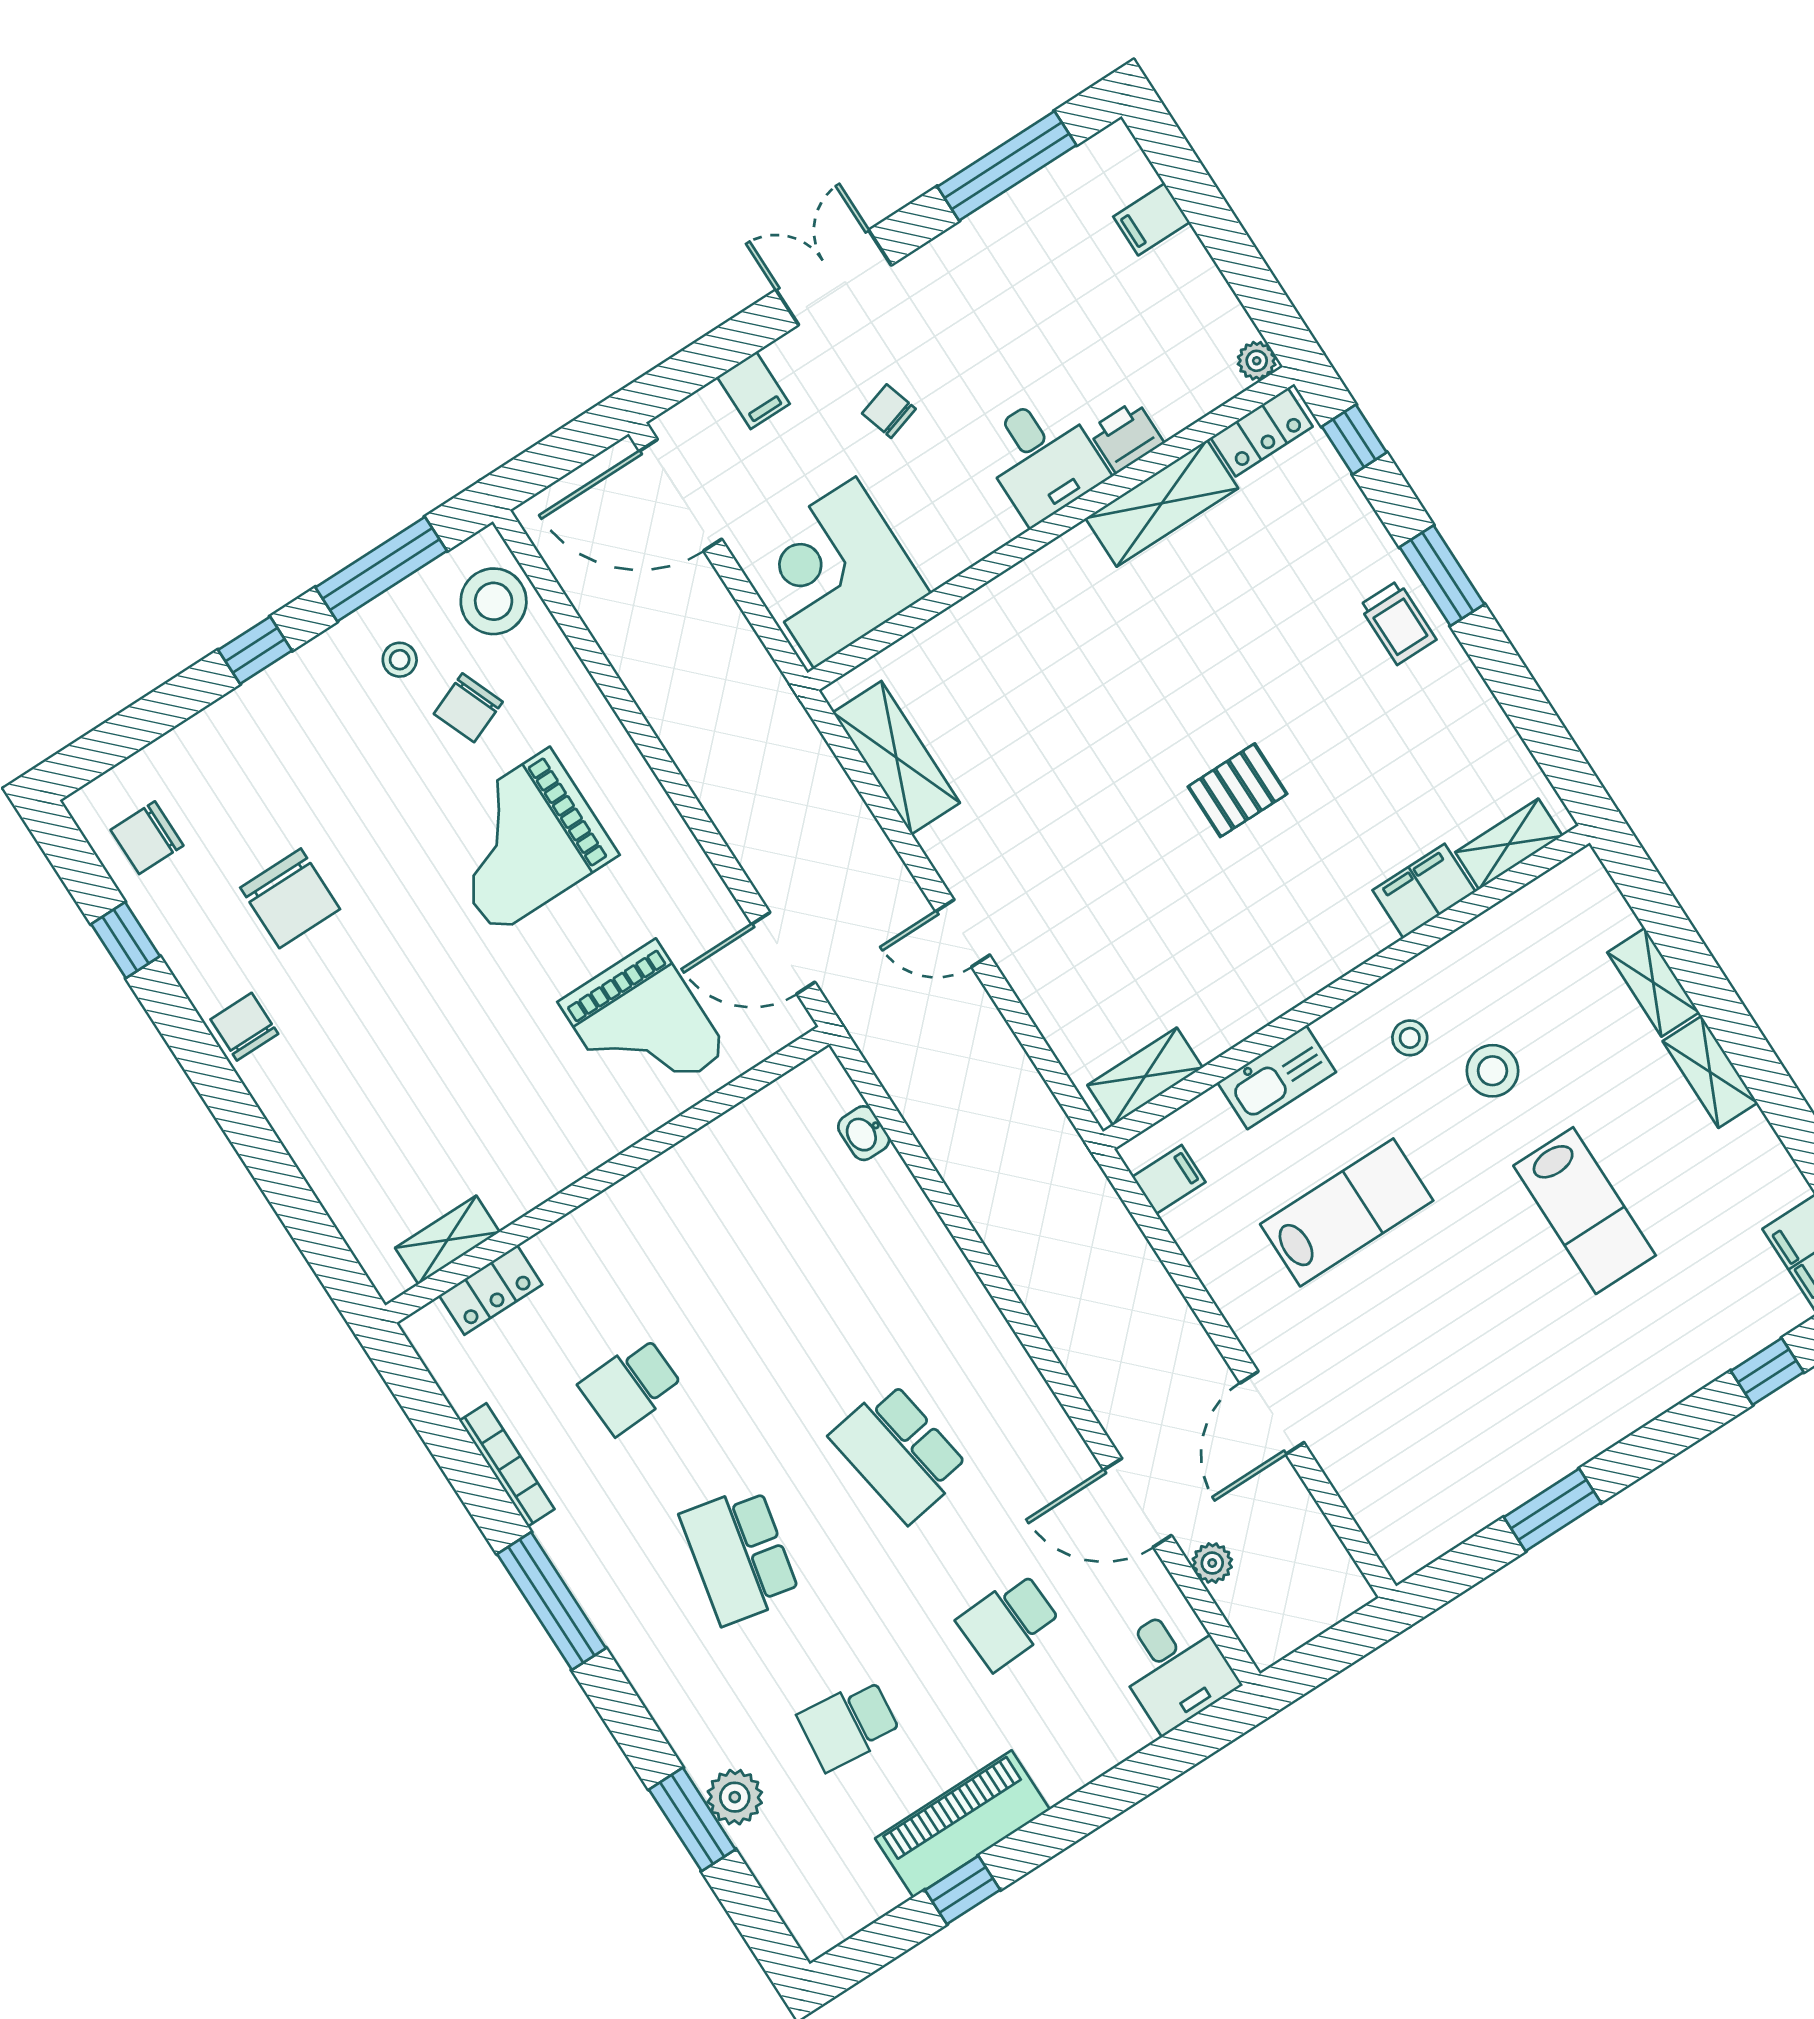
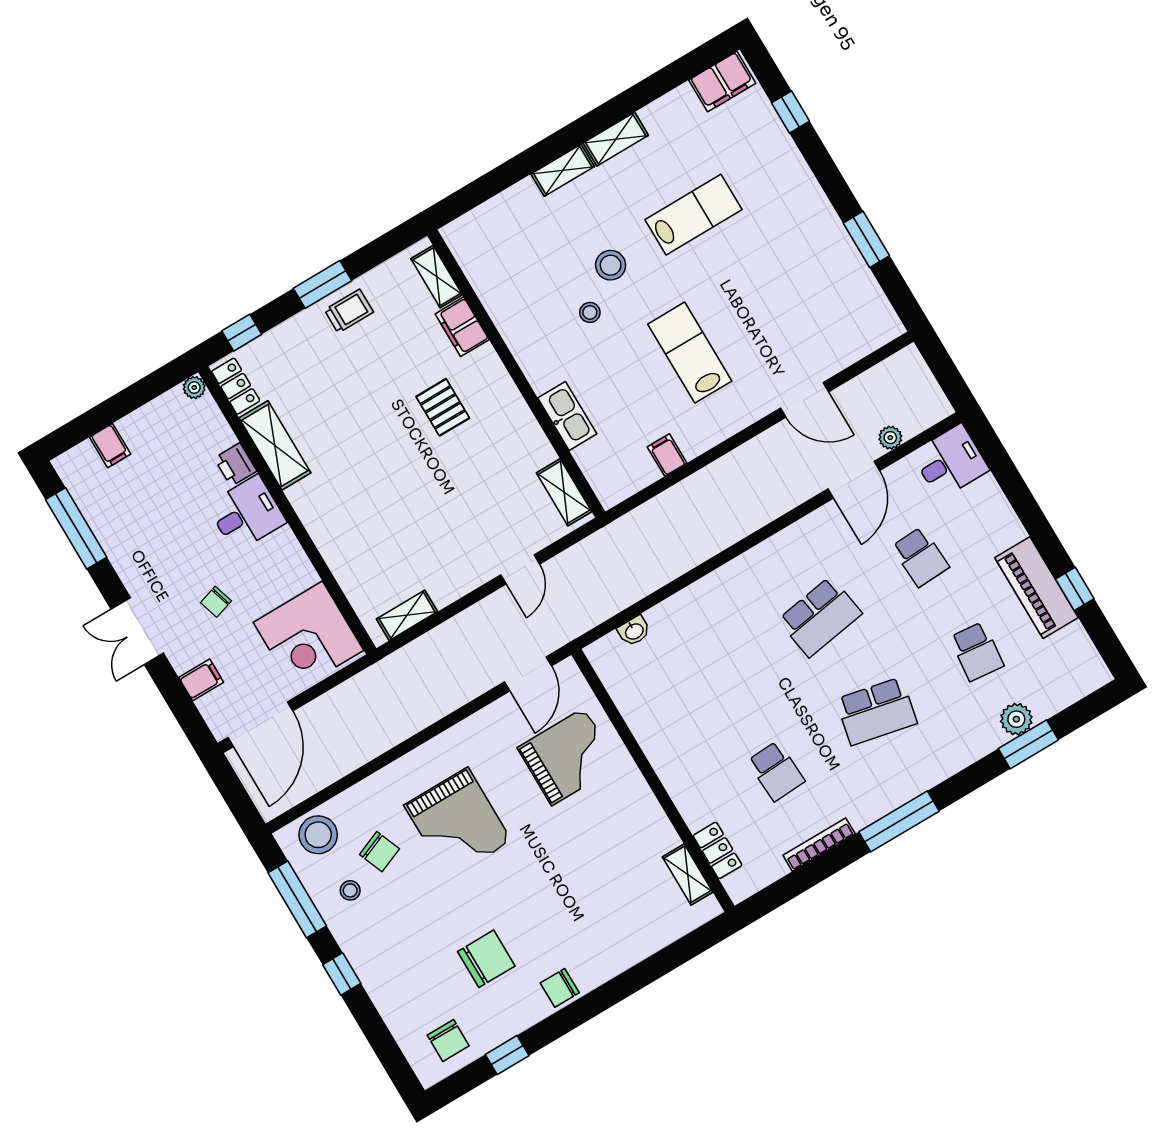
shelving: (896, 758) -> (407, 615), width x0.67, depth x0.75
shelving: (1509, 844) -> (437, 277), moved
filing cabinet: (1424, 891) -> (462, 327), moved
wall: (1346, 987) -> (516, 374), moved
shelving: (1145, 1076) -> (564, 492), moved
kitchen sink: (1277, 1077) -> (567, 416), moved

